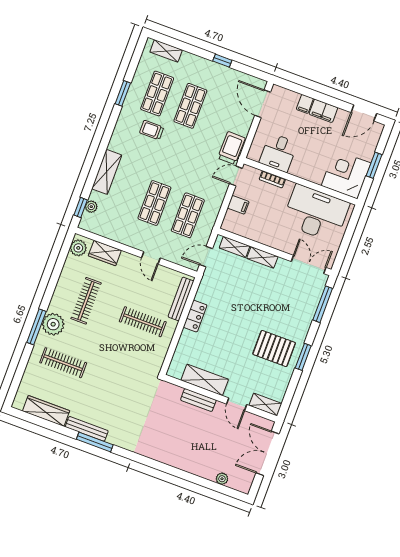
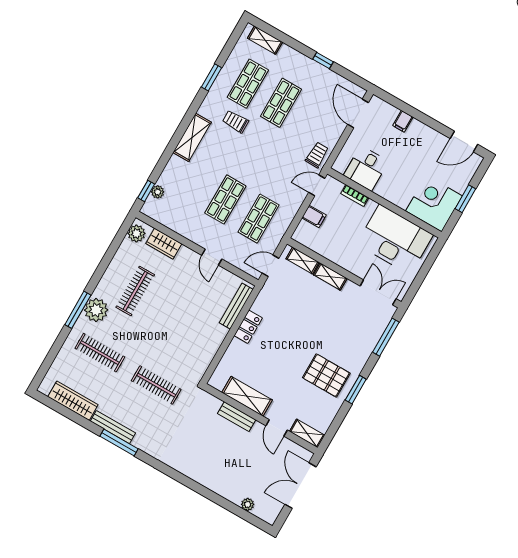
filing cabinet: (323, 111) -> (421, 132), removed
trolley: (231, 148) -> (317, 155), width x0.73, depth x0.72
shelving: (107, 172) -> (192, 137), moved
clothes rail: (143, 322) -> (156, 385), moved

